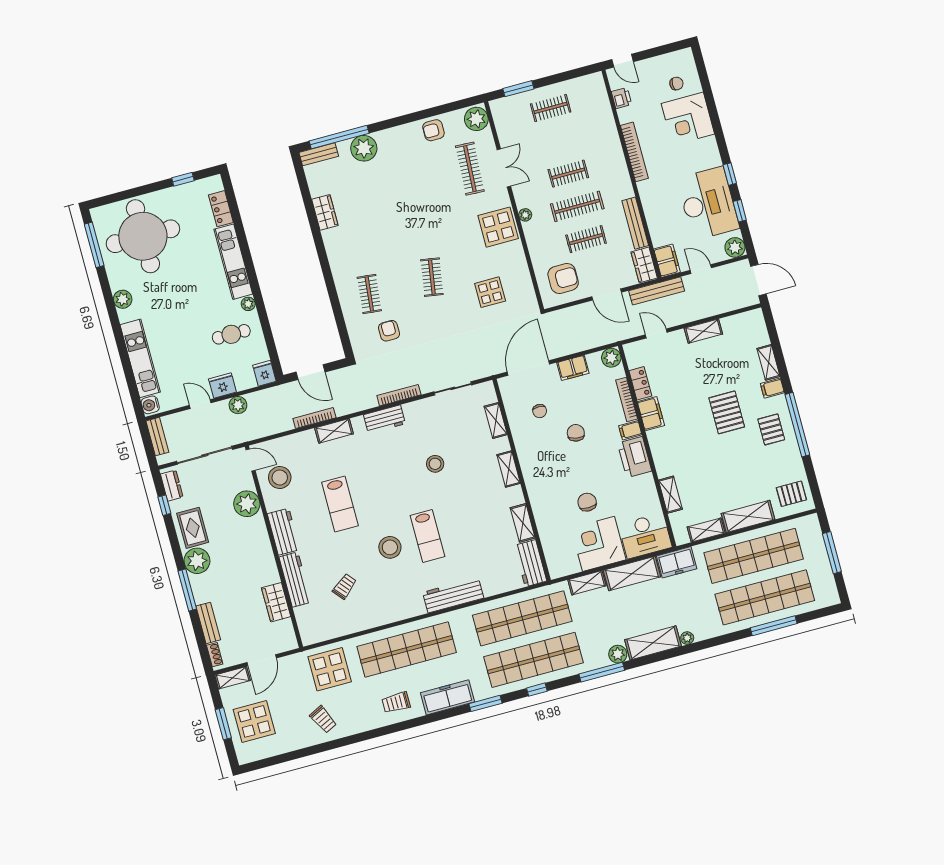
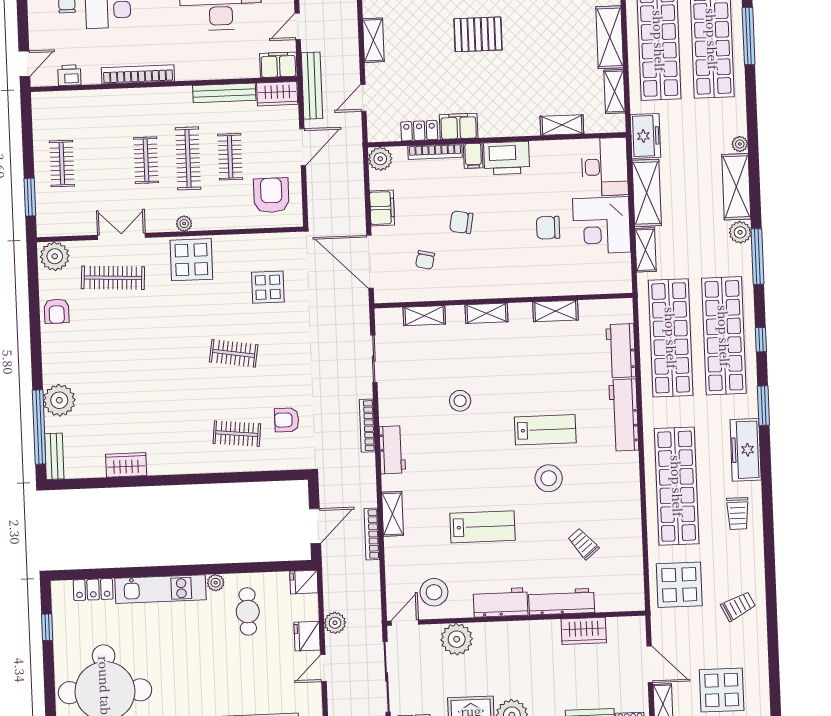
chair: (540, 411) -> (425, 260), turned 103
workbench: (530, 563) -> (621, 351), moved, turned 90

